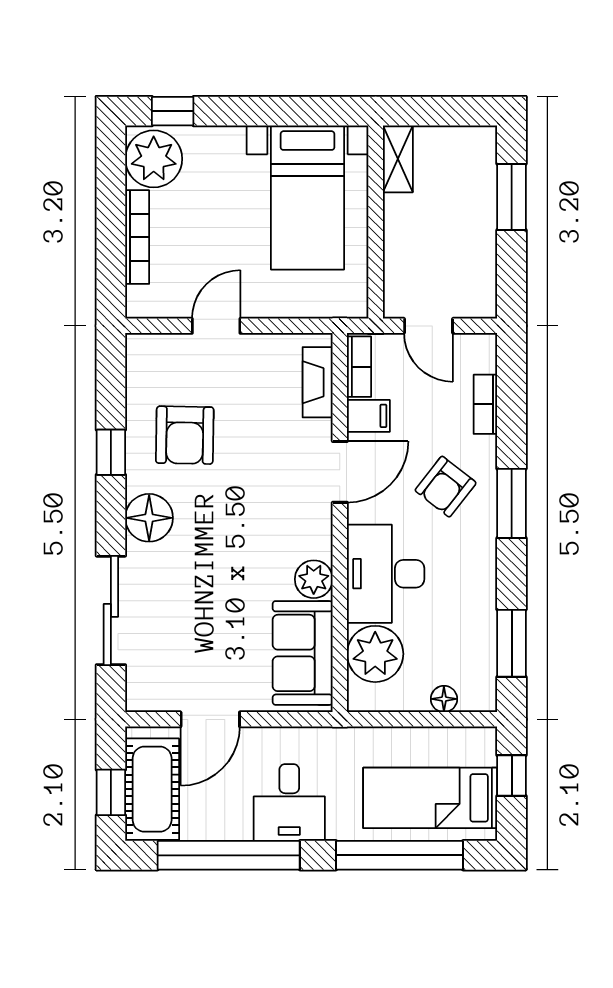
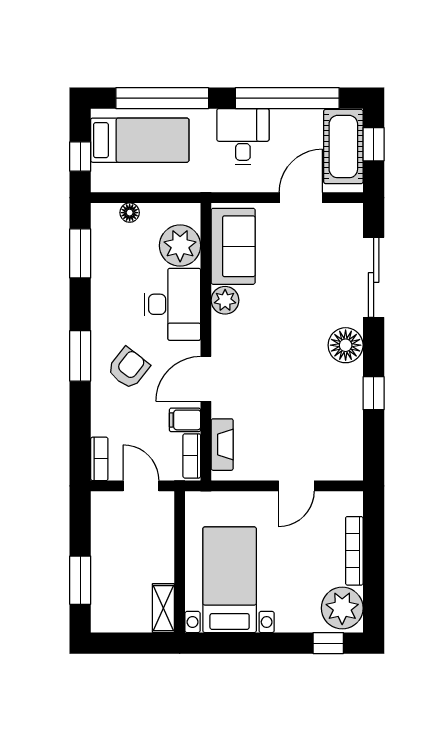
bookcase: (485, 404) -> (99, 459), moved
armchair: (185, 435) -> (319, 406), removed

